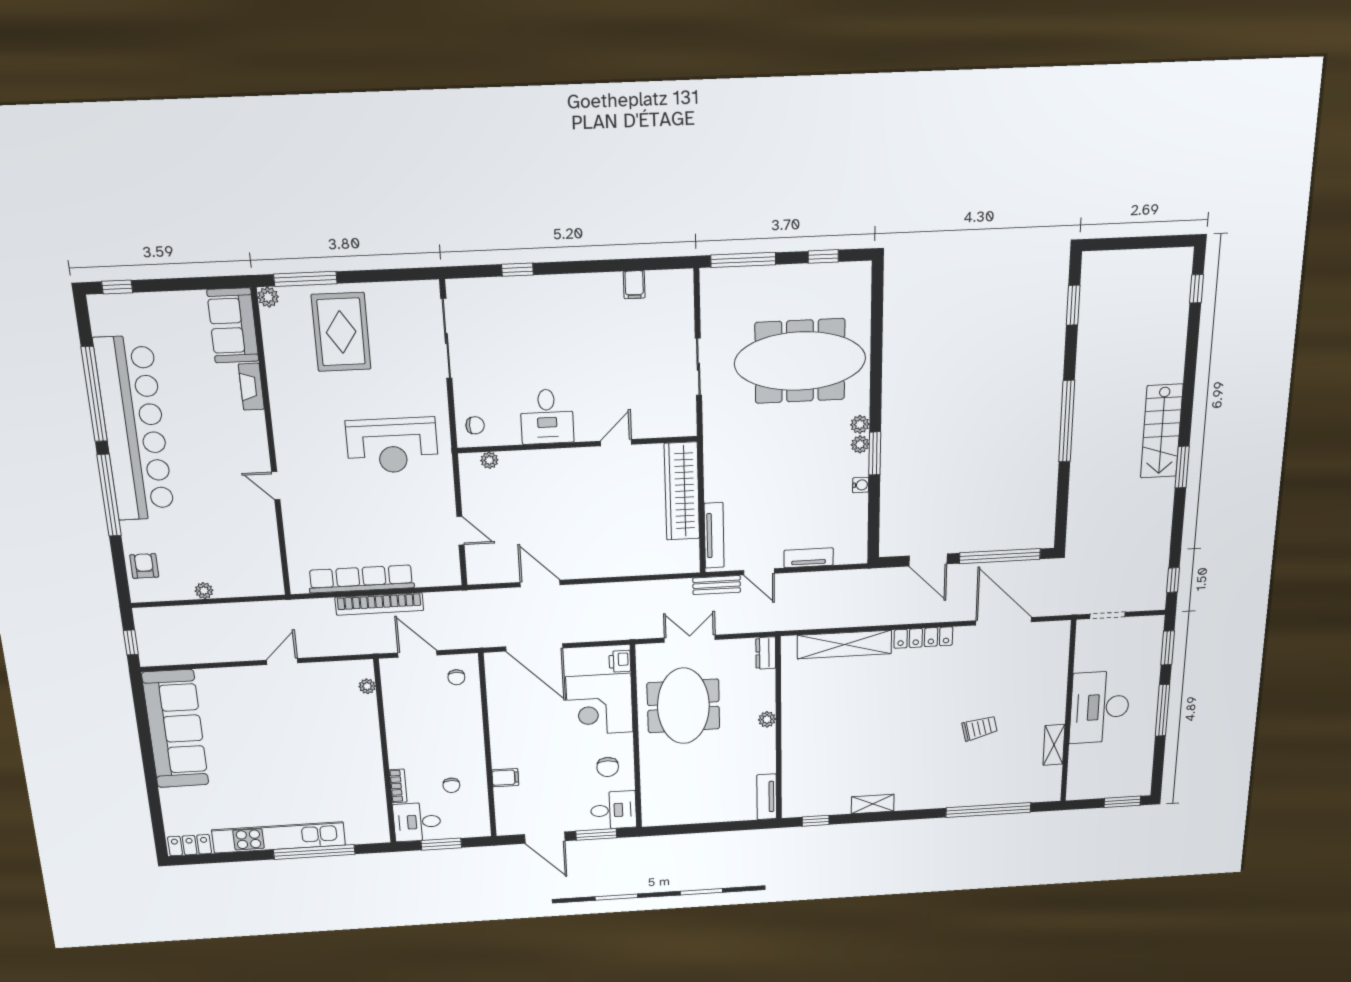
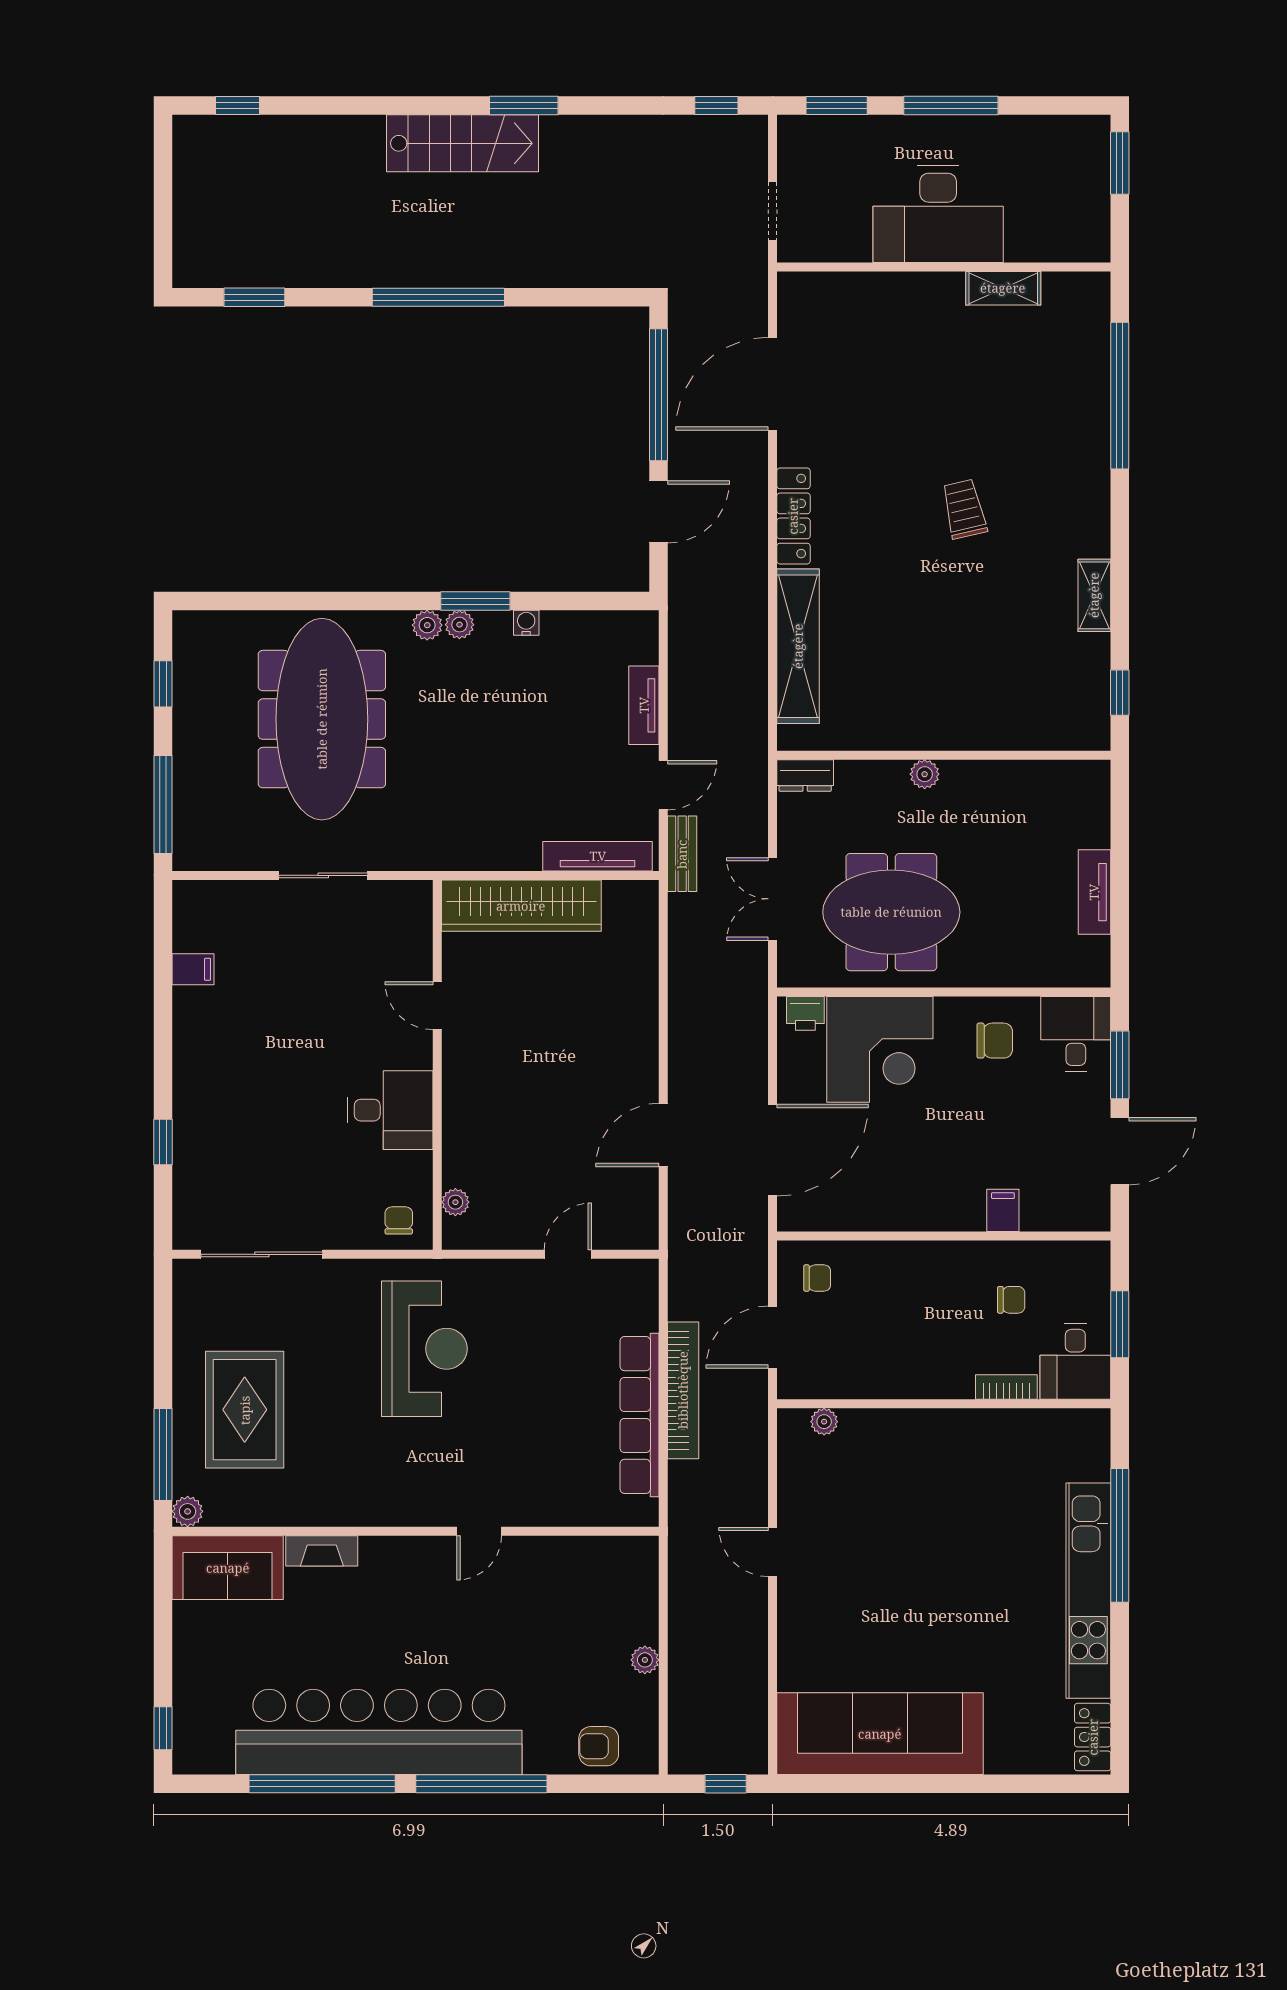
rug: (341, 332) -> (245, 1410), turned 90
trolley: (980, 728) -> (964, 509), moved
tv unit: (767, 797) -> (1094, 892), moved, turned 90

